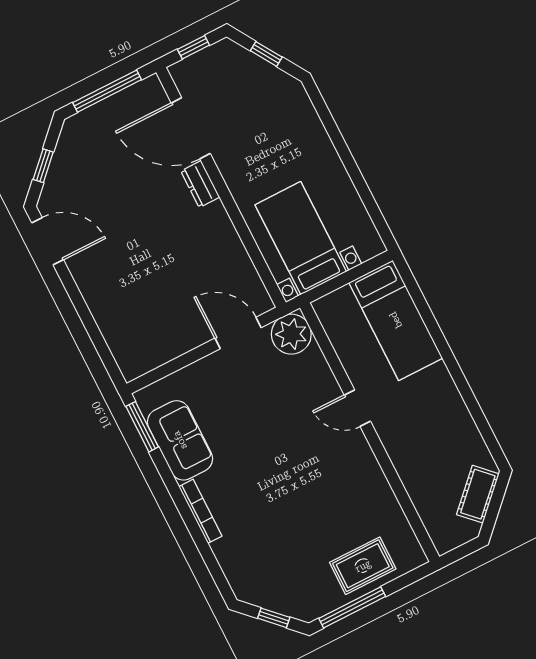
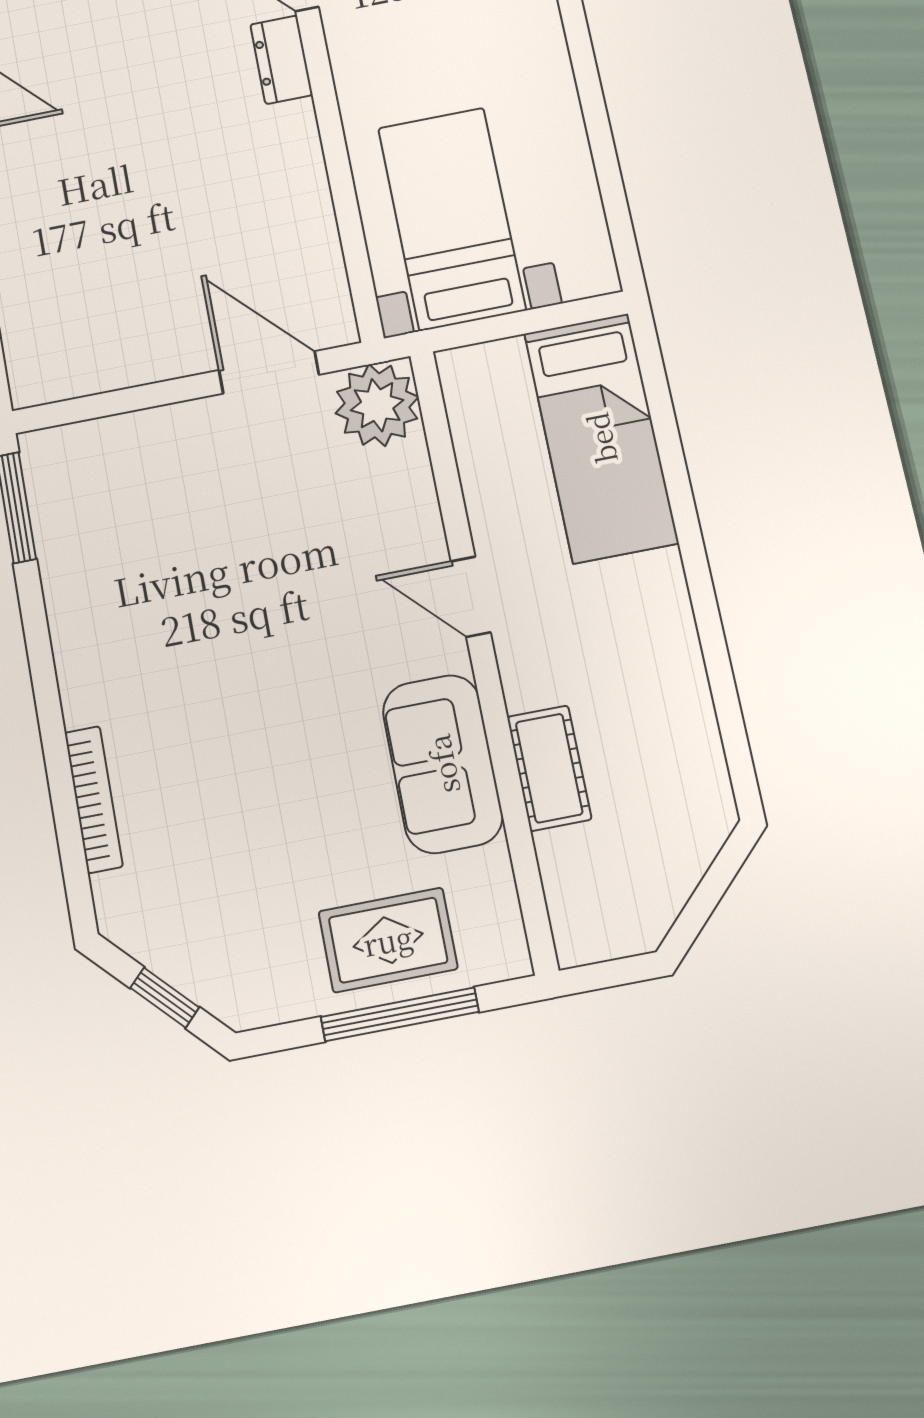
sofa: (180, 440) -> (443, 764), moved, turned 180
cot: (478, 494) -> (549, 768), moved, turned -45
bookcase: (200, 511) -> (94, 799), moved
window: (352, 607) -> (400, 1014), moved

